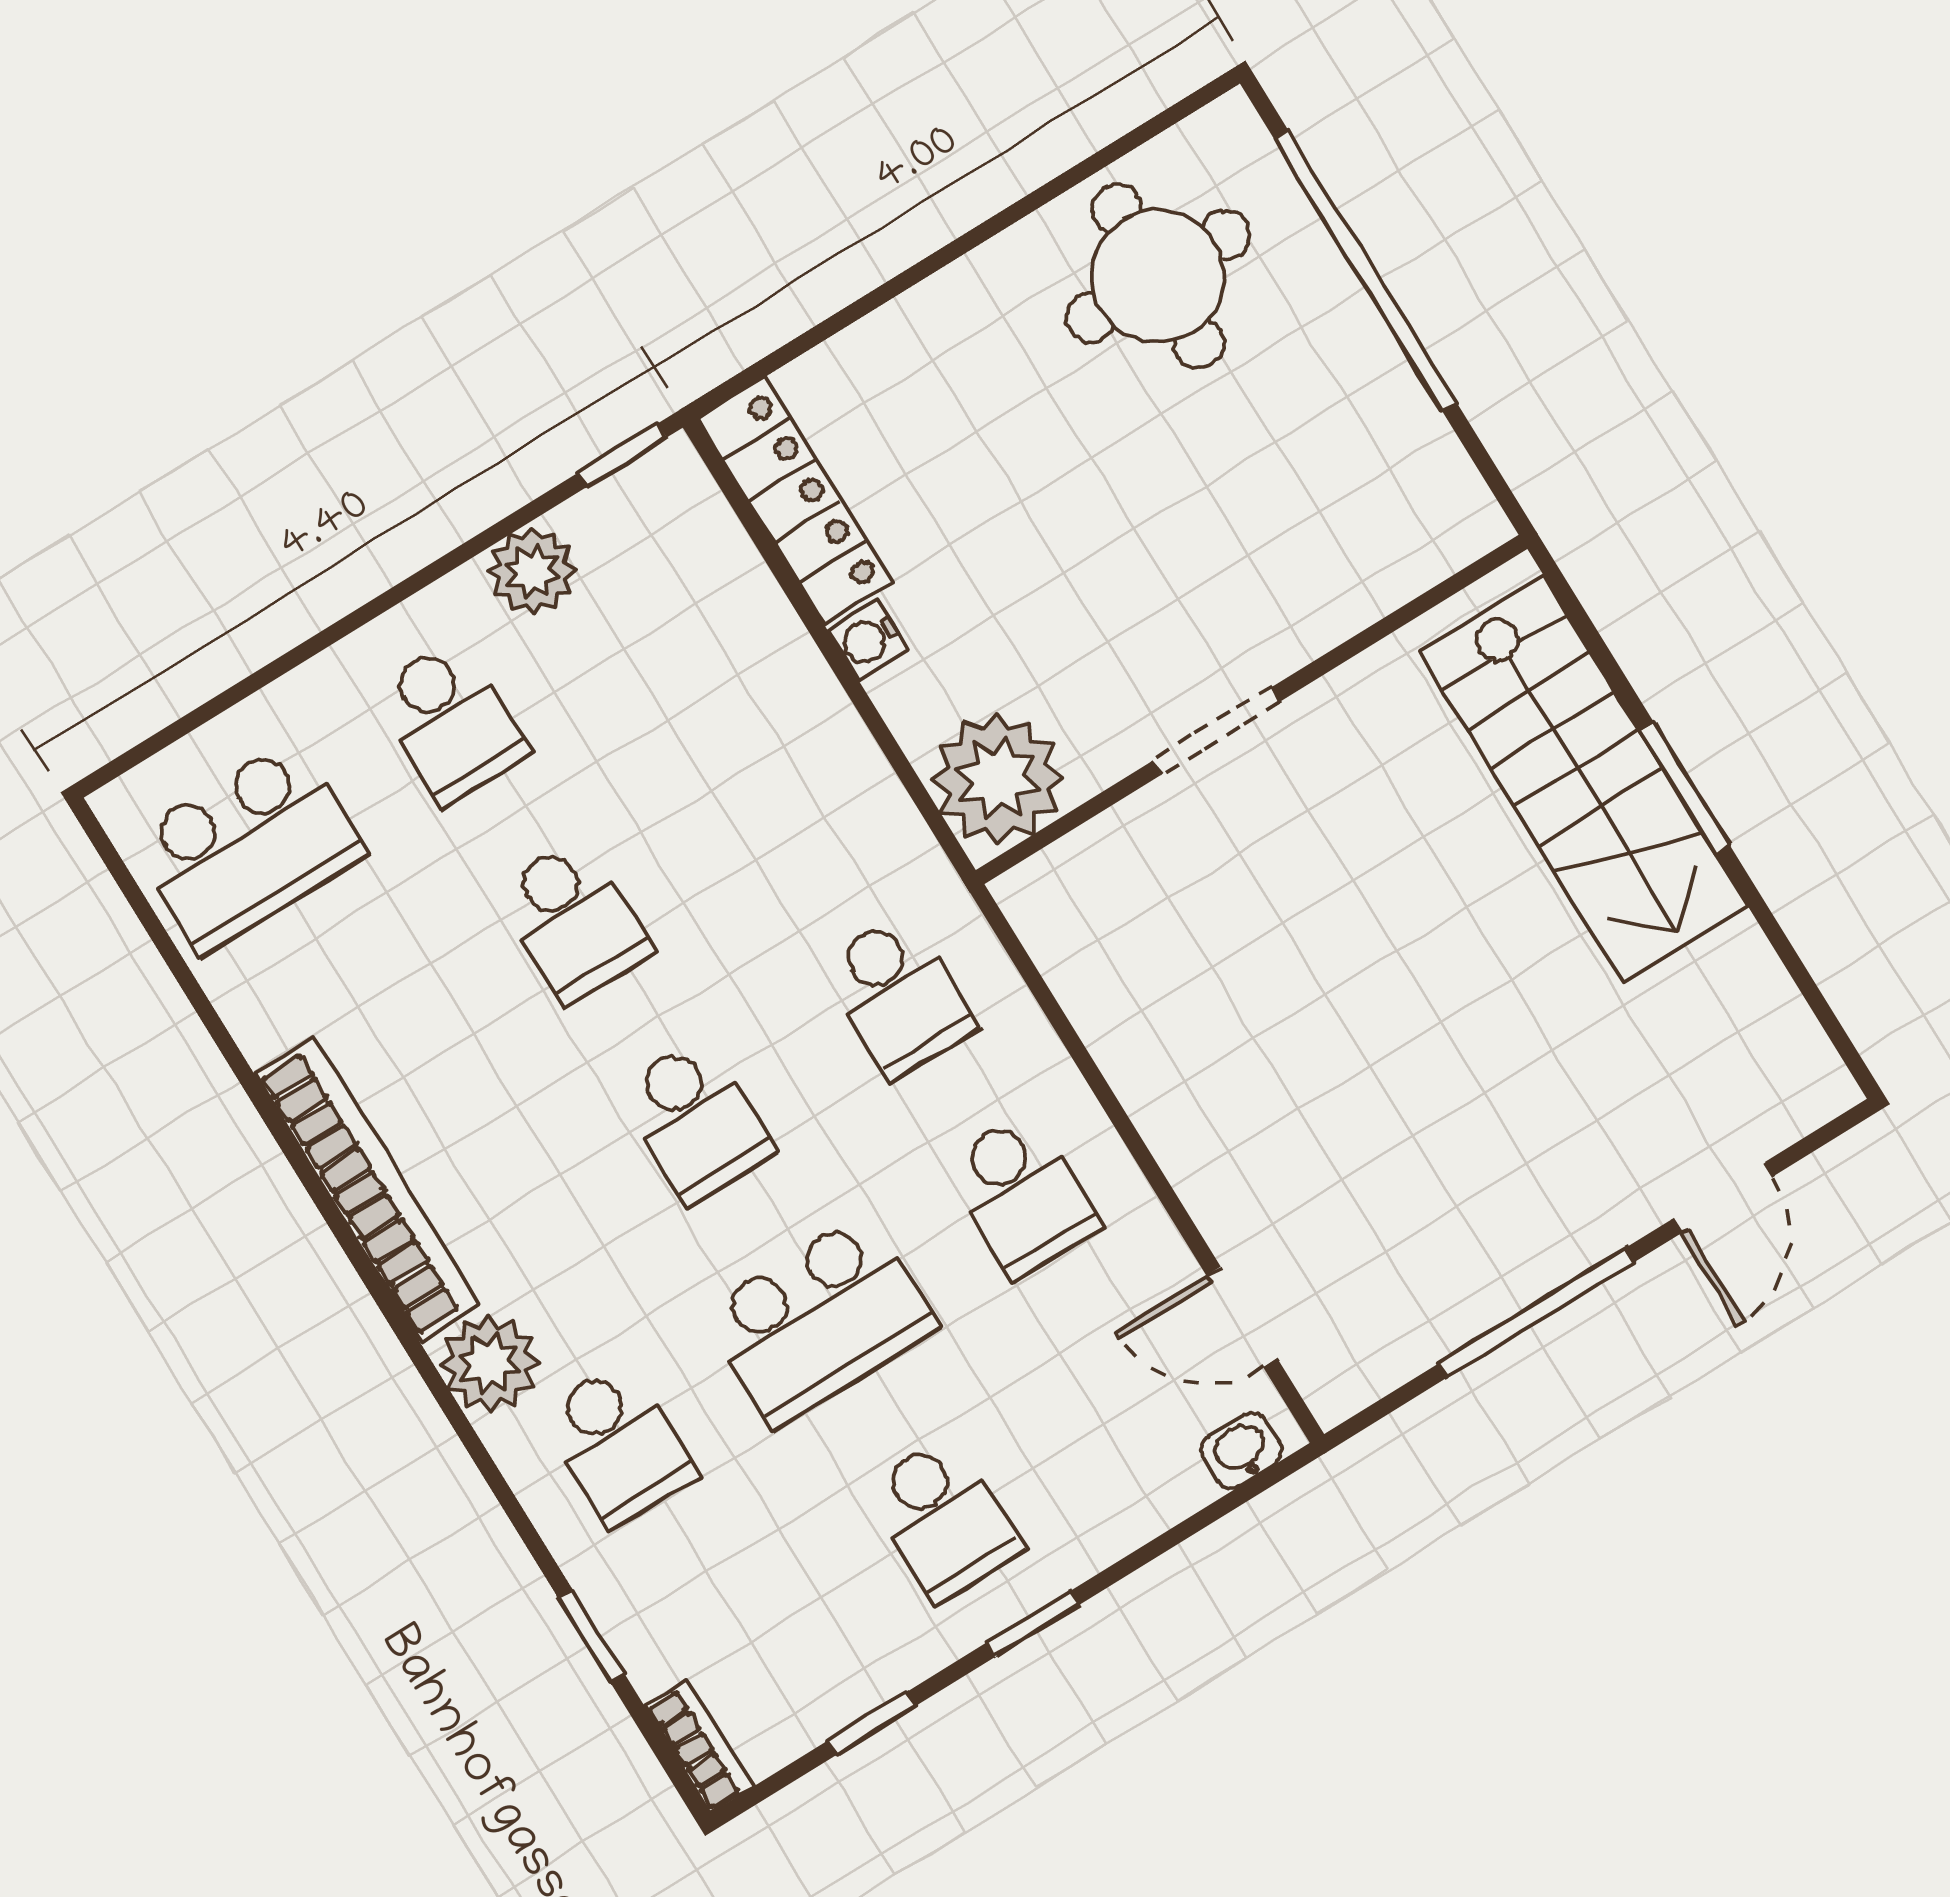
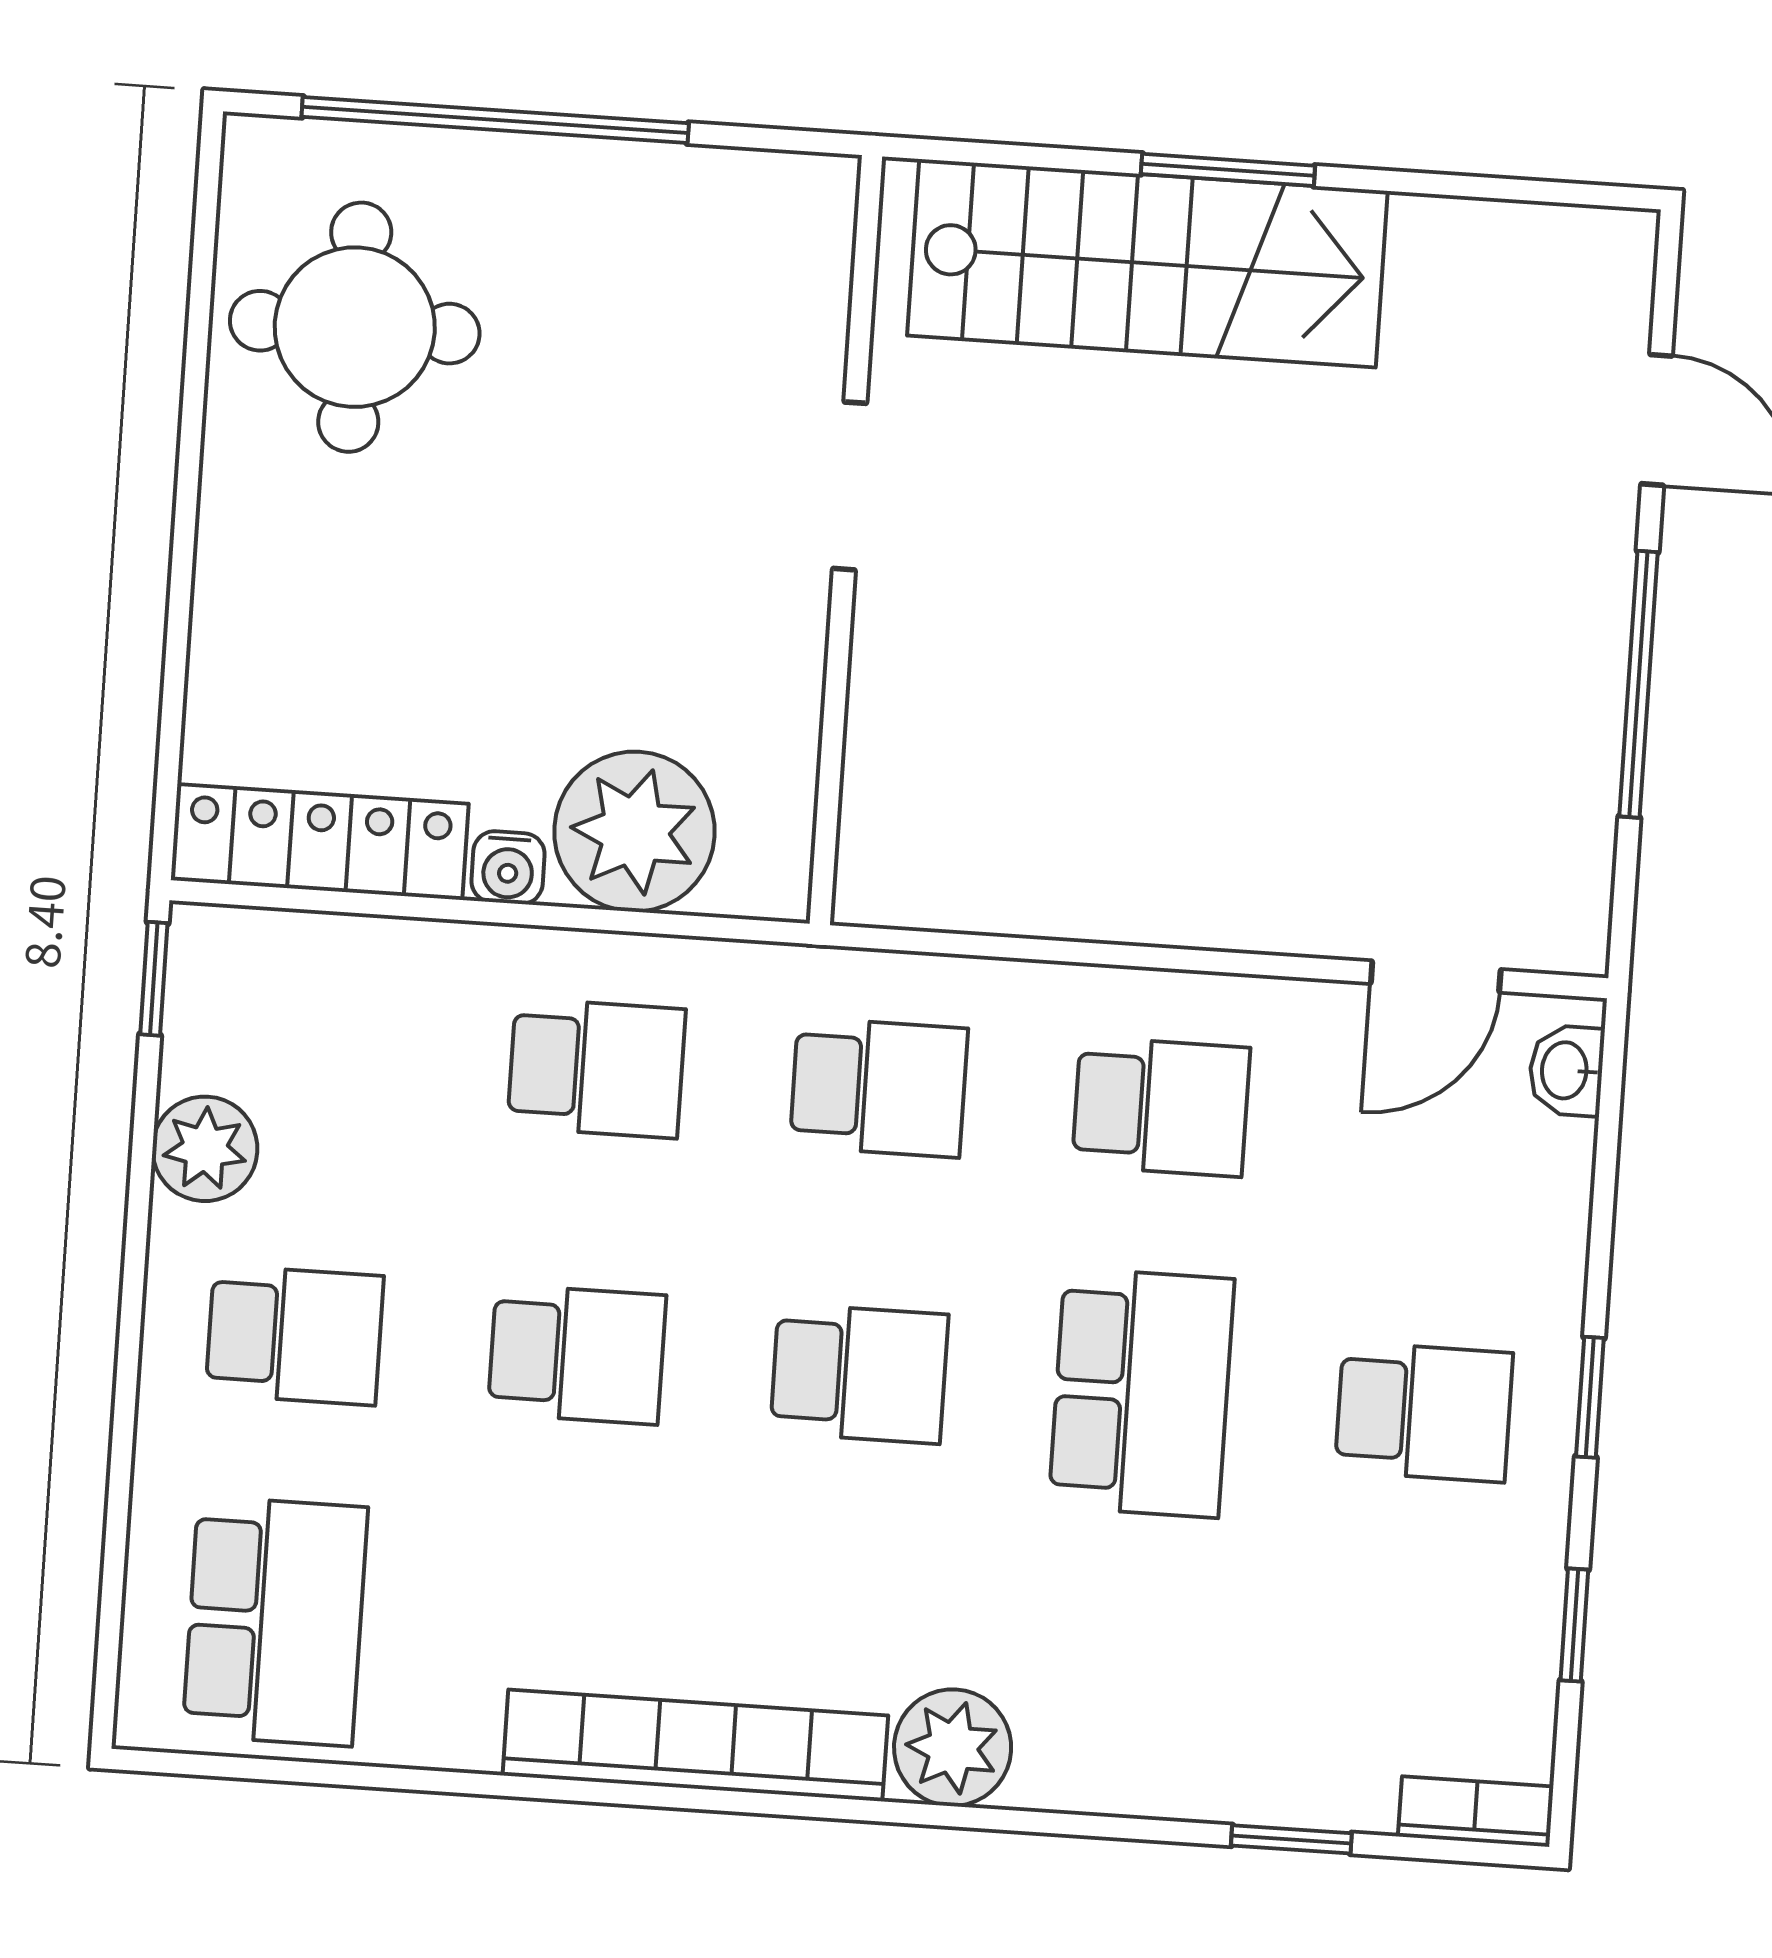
doorway: (1216, 731) -> (850, 486), moved
plant: (997, 779) -> (634, 832), moved
school desk: (618, 1444) -> (596, 1068), moved

